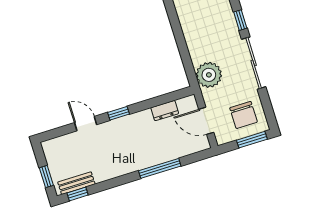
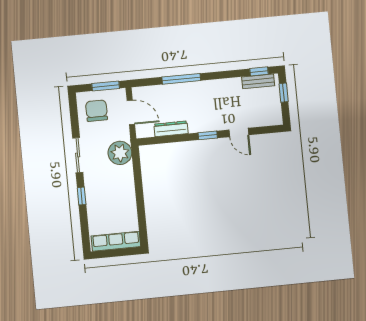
sliding door: (254, 63) -> (78, 155), width x0.73
dresser: (165, 111) -> (171, 129), width x1.44
window: (252, 140) -> (106, 86), moved

